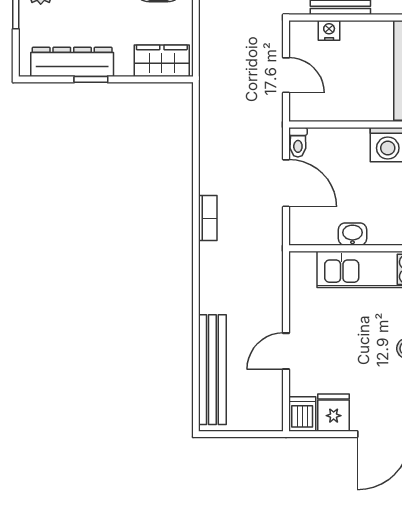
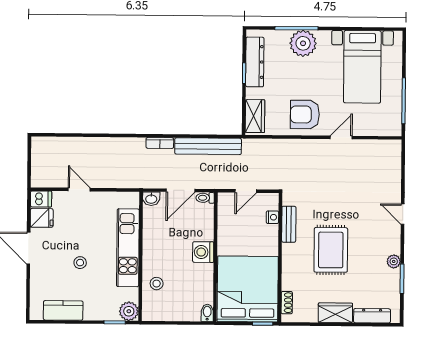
washbasin: (352, 234) -> (151, 199), moved, turned 90
bench: (212, 370) -> (208, 146), moved

